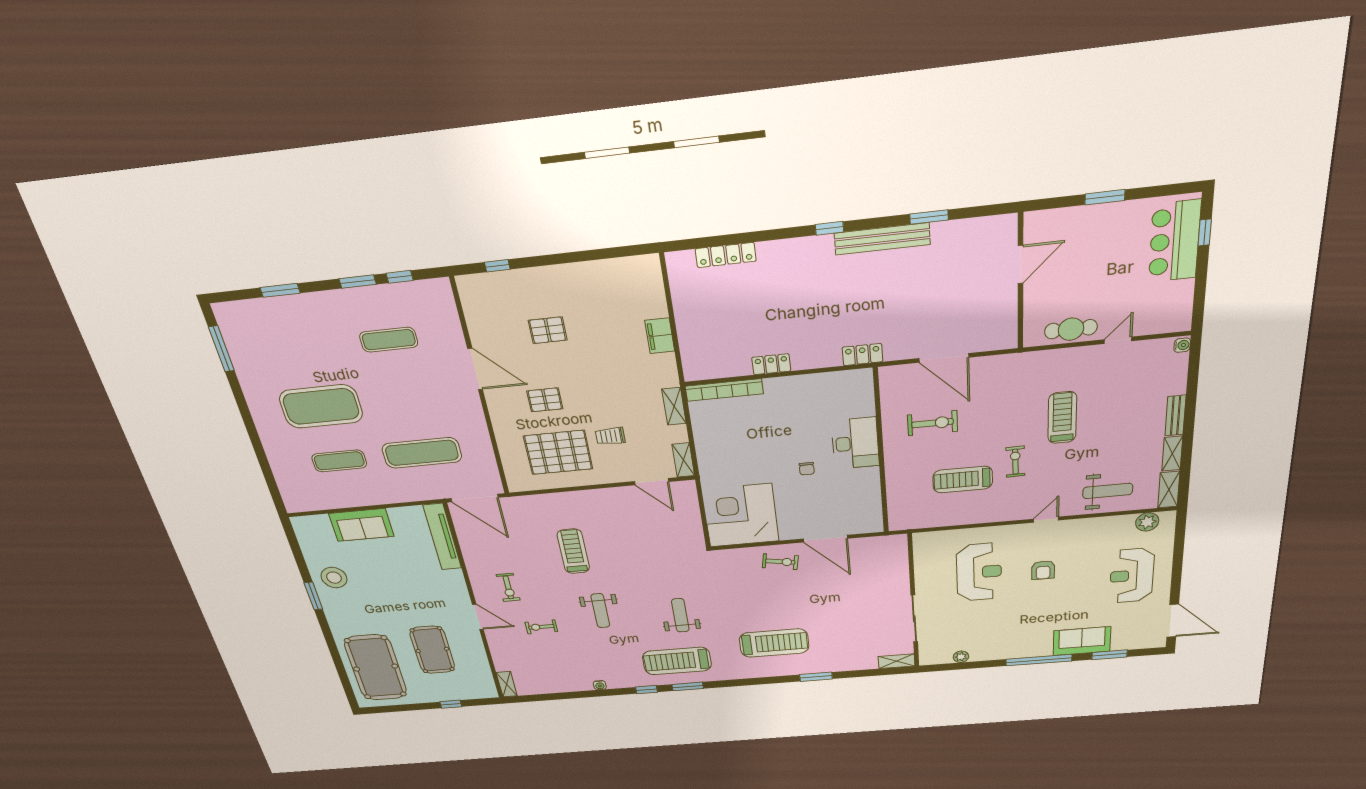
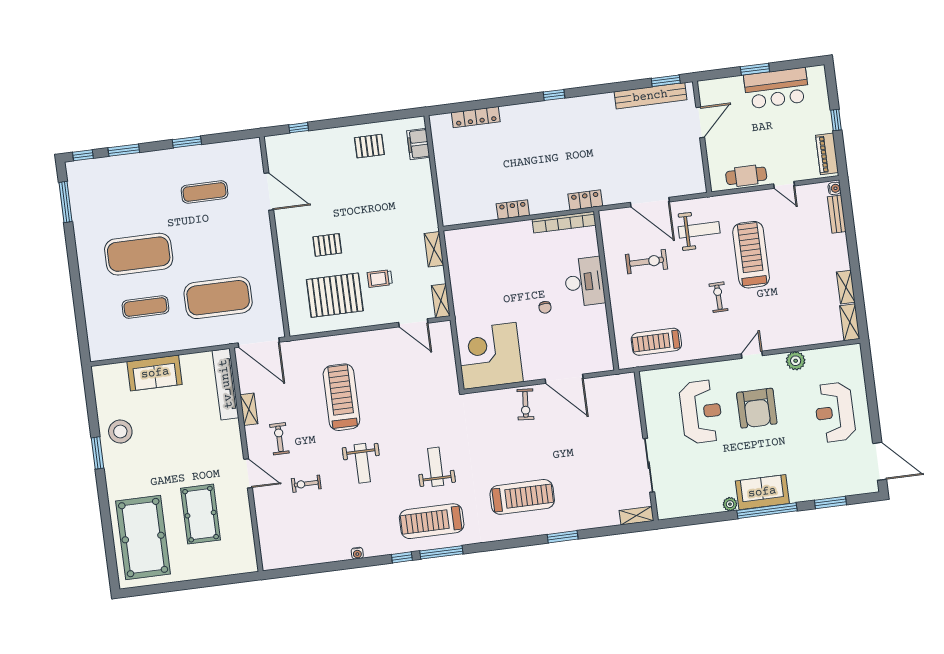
window: (929, 217) -> (666, 81), moved
window: (1205, 232) -> (836, 120), moved
bench: (882, 239) -> (650, 96), moved
bar counter: (1175, 241) -> (776, 88), moved, turned -90
window: (400, 277) -> (83, 155), moved
piano: (1181, 304) -> (827, 154), added
pallet: (548, 330) -> (369, 146), moved
filing cabinet: (660, 336) -> (418, 144), moved
door: (1118, 340) -> (784, 185), swing flipped
door: (475, 369) -> (269, 191), moved
bookcase: (724, 390) -> (564, 222), moved
bench: (1175, 416) -> (837, 214), moved
treadmill: (1062, 418) -> (751, 255), width x1.37, depth x1.38
exercise mat: (422, 453) -> (218, 298), width x1.47
treadmill: (963, 480) -> (656, 342), moved
weight bench: (1108, 491) -> (699, 230), moved
plant: (1147, 522) -> (796, 361), moved
treadmill: (573, 551) -> (341, 397), width x1.37, depth x1.38
exercise bike: (780, 562) -> (525, 404), turned 85
armchair: (1043, 570) -> (757, 408), width x1.88, depth x1.88
exercise bike: (508, 587) -> (279, 439), turned 180
sofa: (1082, 641) -> (762, 492), moved
plant: (961, 657) -> (730, 504), moved
shelving: (507, 684) -> (249, 409), moved
window: (688, 686) -> (441, 552), width x1.44
window: (451, 704) -> (211, 582), removed

